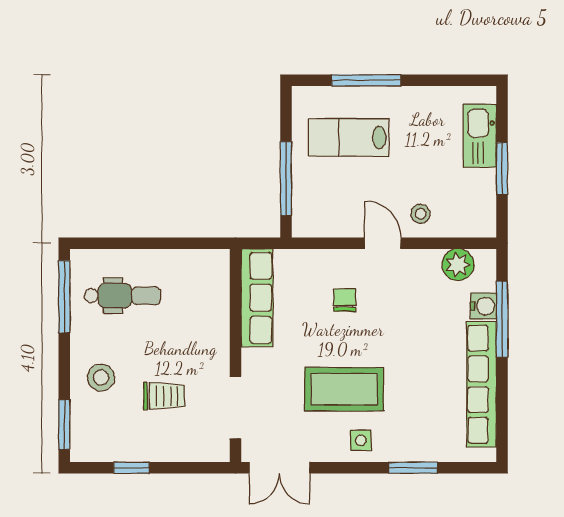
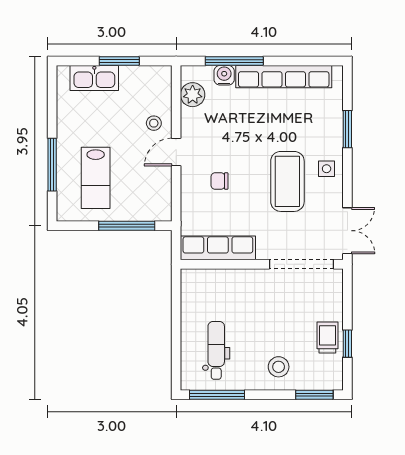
trolley: (164, 396) -> (327, 338), moved
doorway: (235, 408) -> (302, 264), width x1.36

